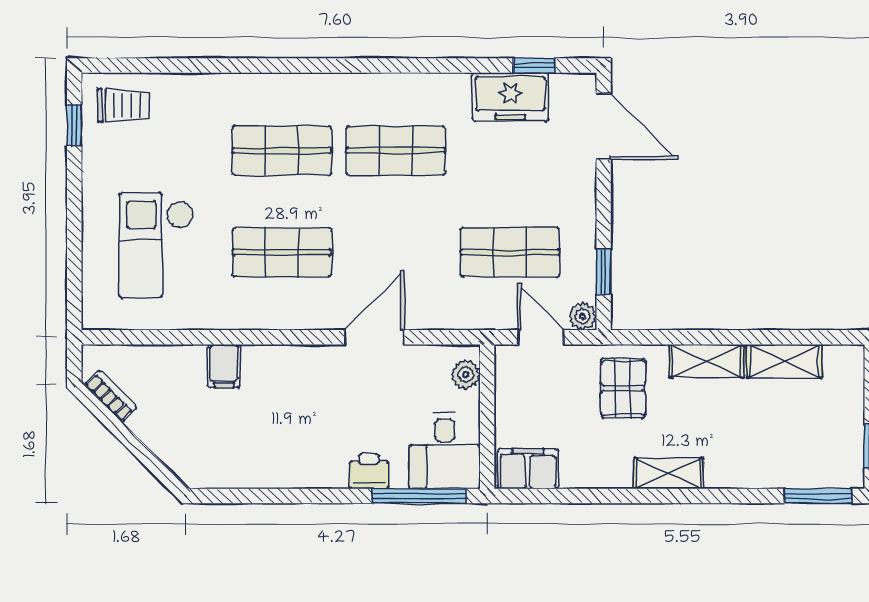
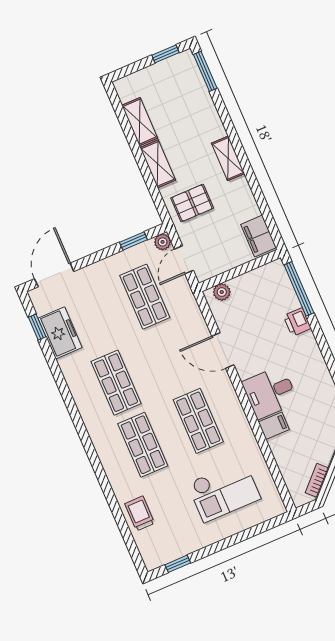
trolley: (123, 105) -> (140, 513), moved
desk: (445, 451) -> (270, 392), moved, turned 180

